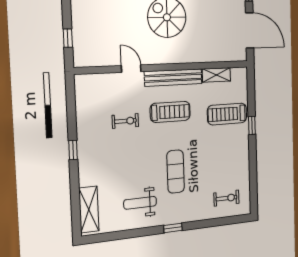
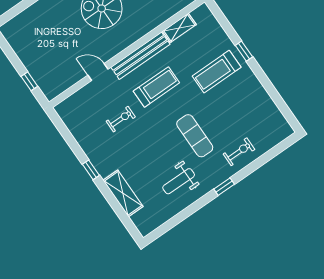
treadmill: (227, 114) -> (217, 72), moved
exercise bike: (226, 198) -> (239, 152), moved
shelving: (89, 210) -> (123, 193), moved

